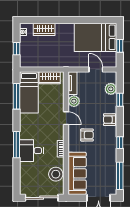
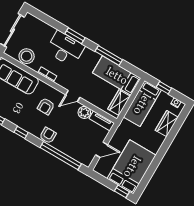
window: (120, 46) -> (122, 191), moved
bed: (39, 59) -> (142, 104), added
plant: (111, 89) -> (76, 153), removed
window: (16, 96) -> (109, 55), moved
window: (120, 100) -> (61, 156), width x3.17
window: (16, 145) -> (75, 36), width x0.69
desk: (31, 151) -> (65, 49), width x1.37

